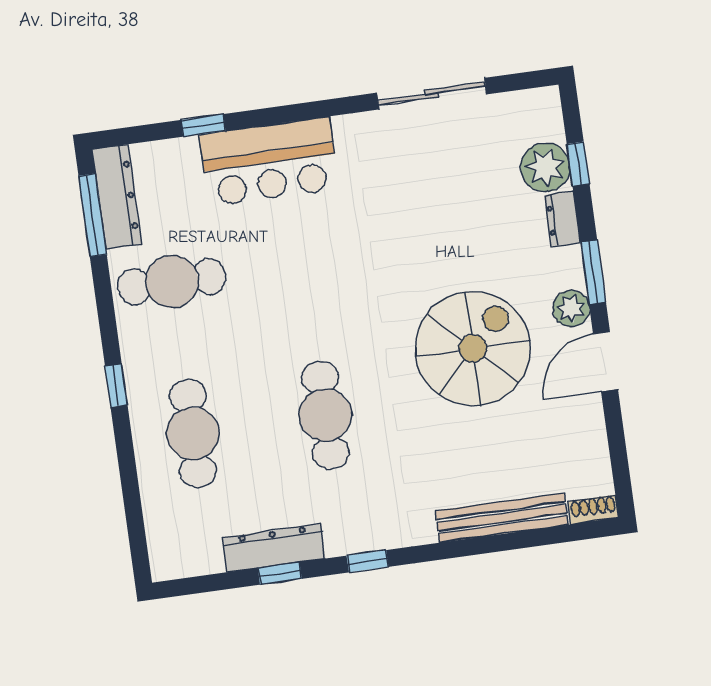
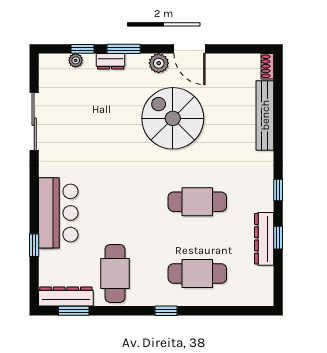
plant: (545, 167) -> (76, 60), width x0.53, depth x0.53
window: (93, 215) -> (74, 311), width x0.69
window: (593, 272) -> (124, 49), moved

